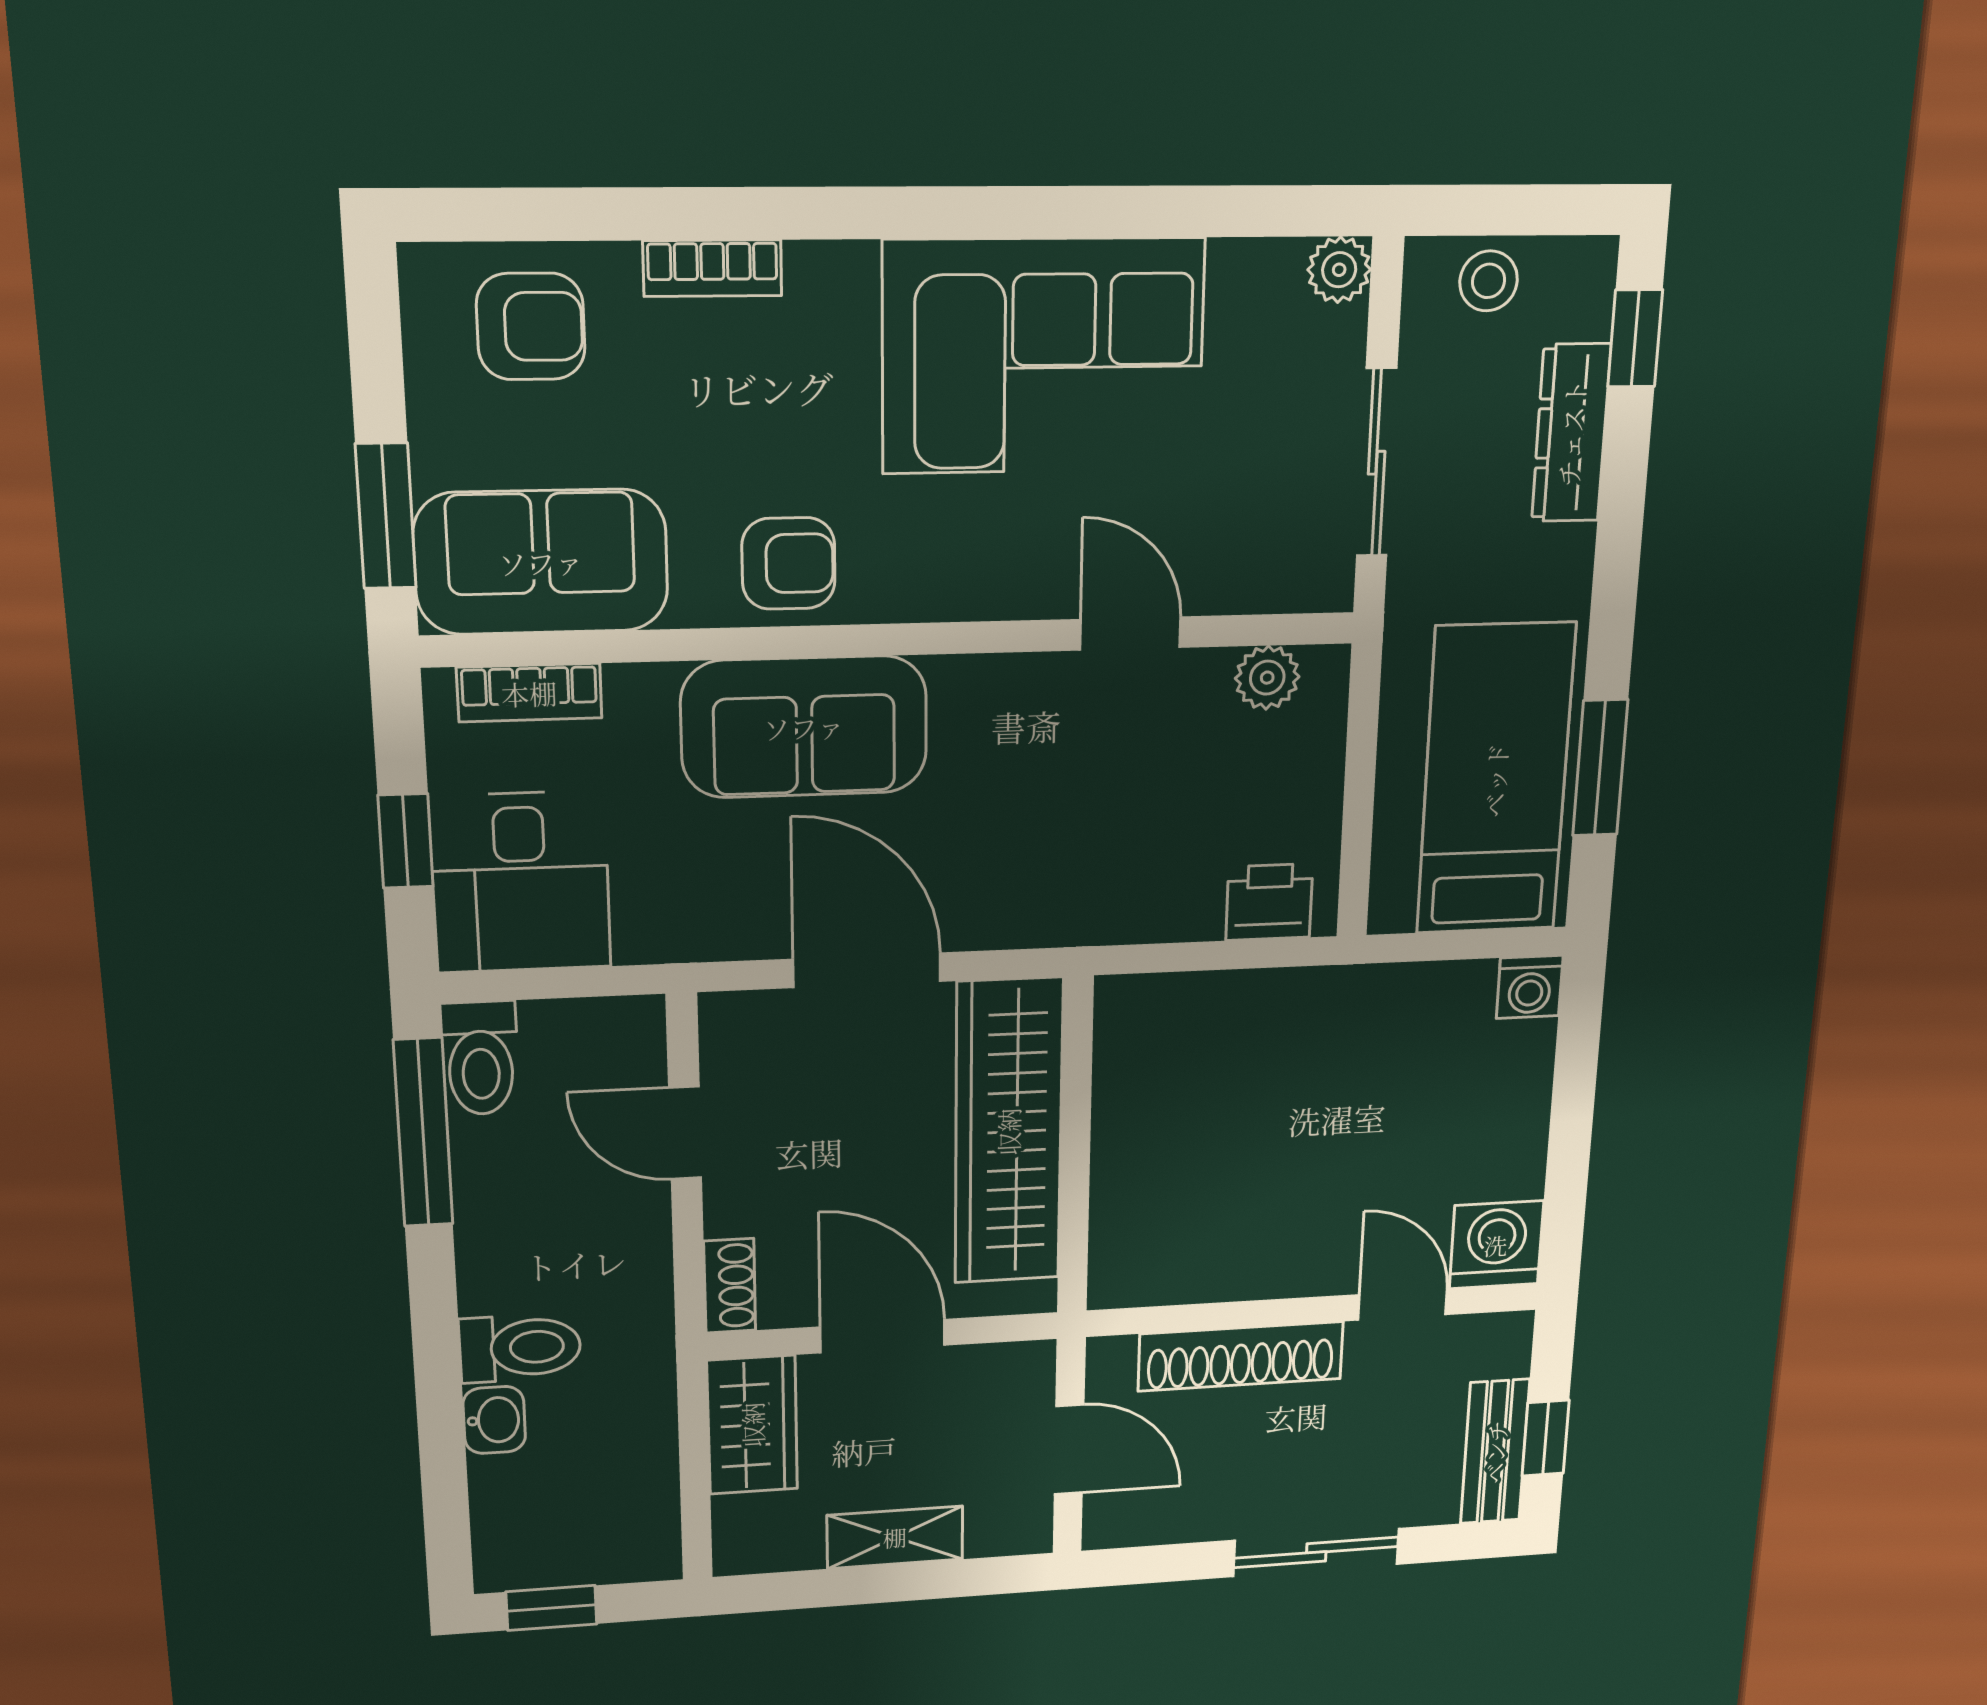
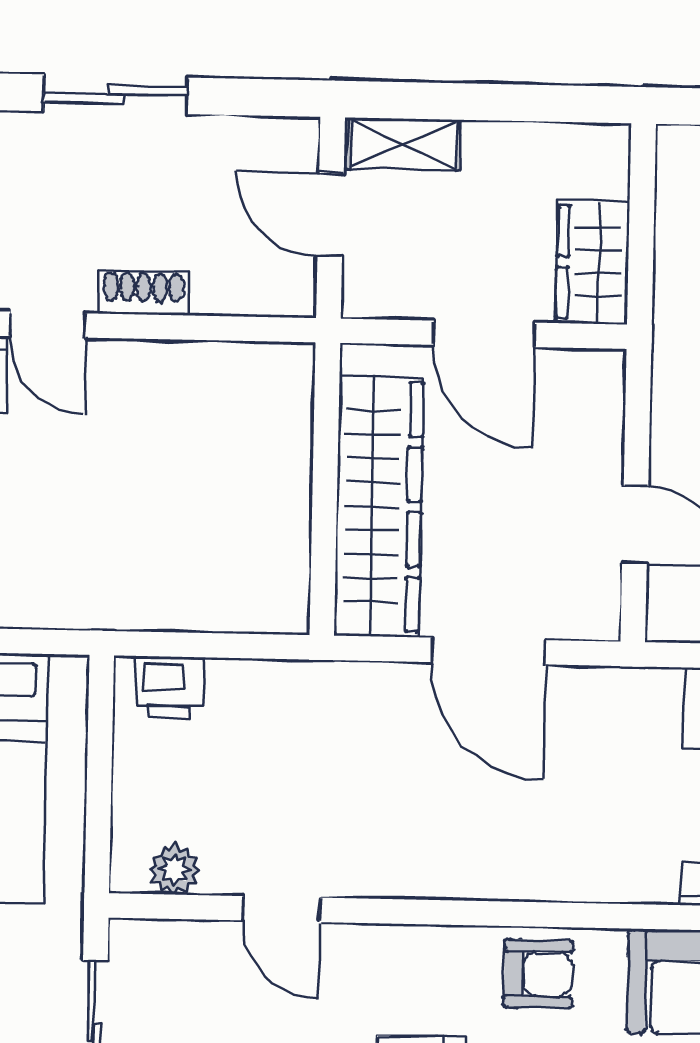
armchair: (788, 563) -> (538, 974), turned 180
sofa: (804, 727) -> (531, 849), removed
shoe rack: (730, 1286) -> (606, 389), removed
shoe rack: (1241, 1356) -> (143, 293), width x0.51, depth x0.81
shelving: (895, 1537) -> (404, 144), moved

